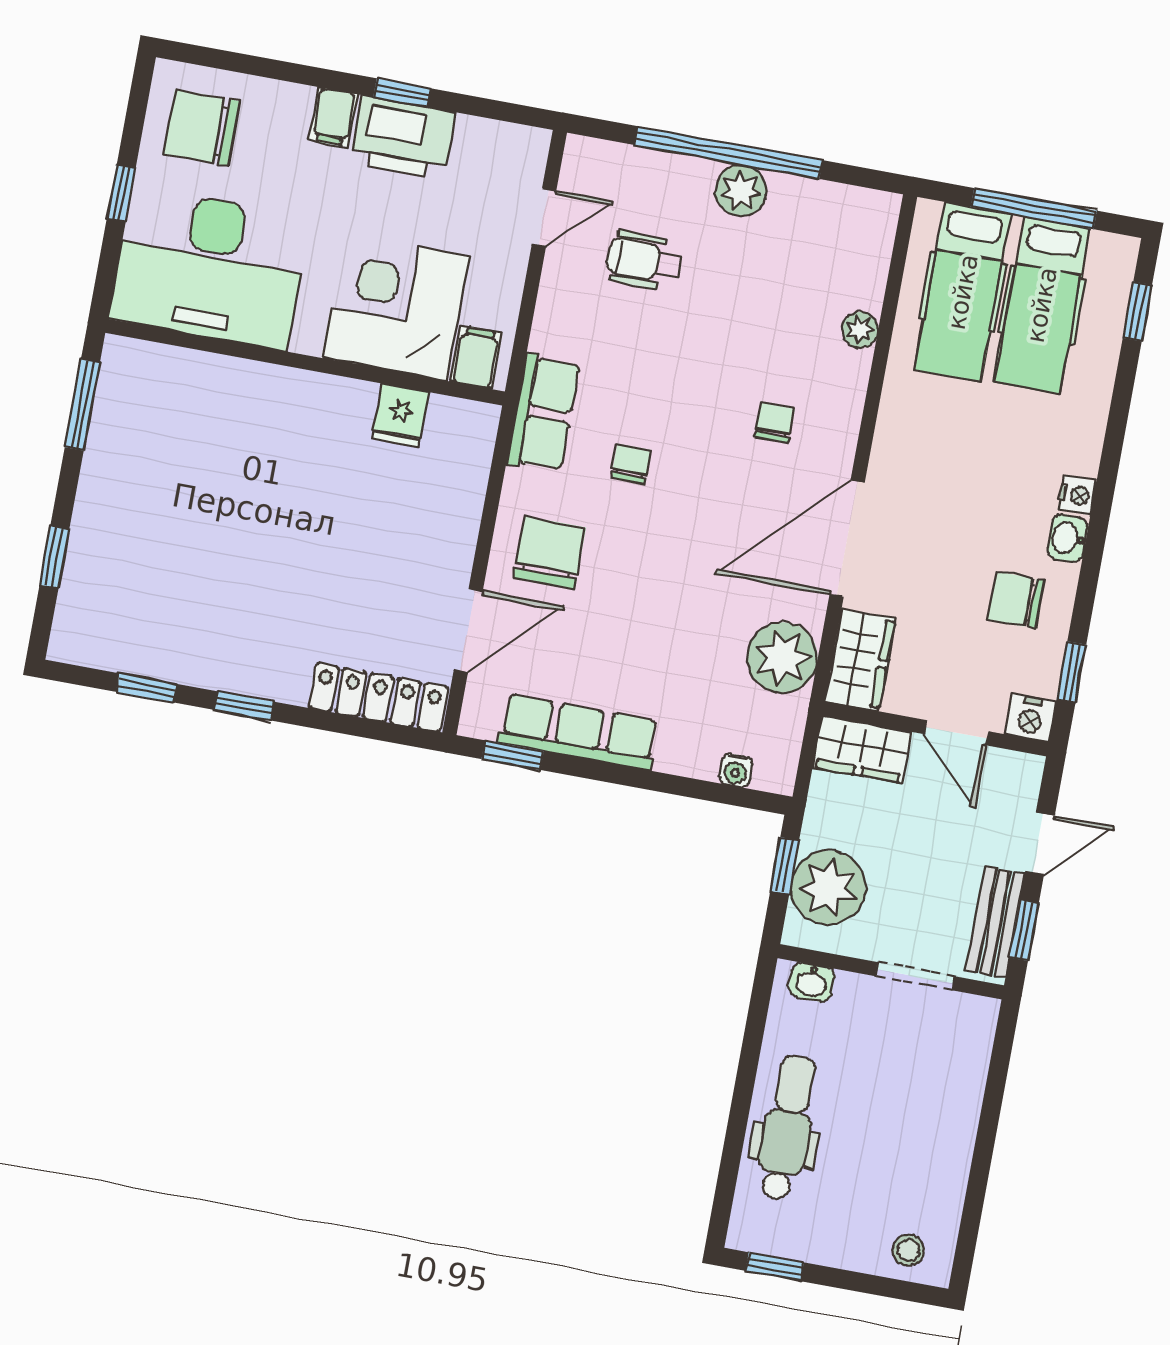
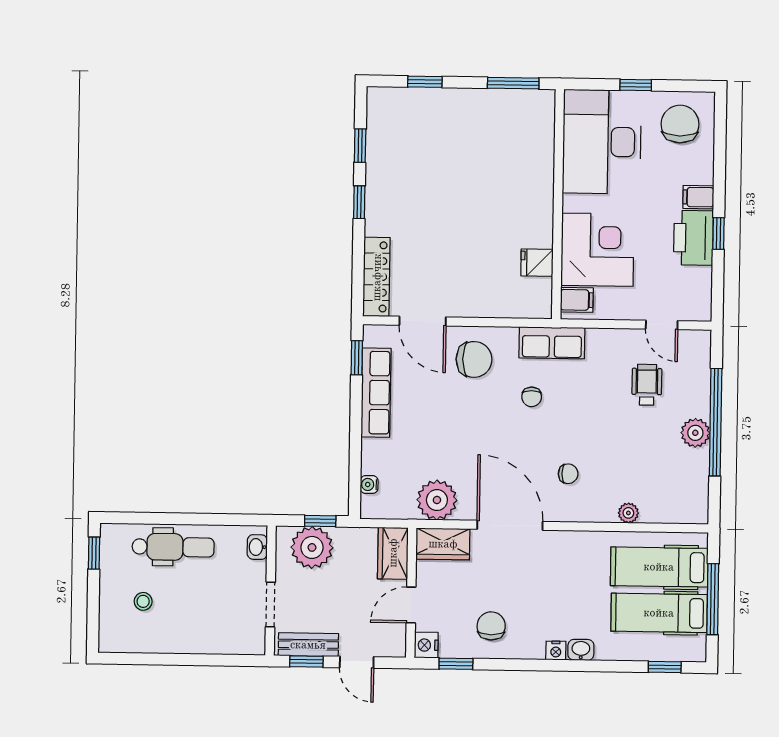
chair: (631, 464) -> (532, 397), turned 90
washbasin: (1068, 538) -> (581, 650), moved
stool: (909, 1250) -> (143, 601), moved

